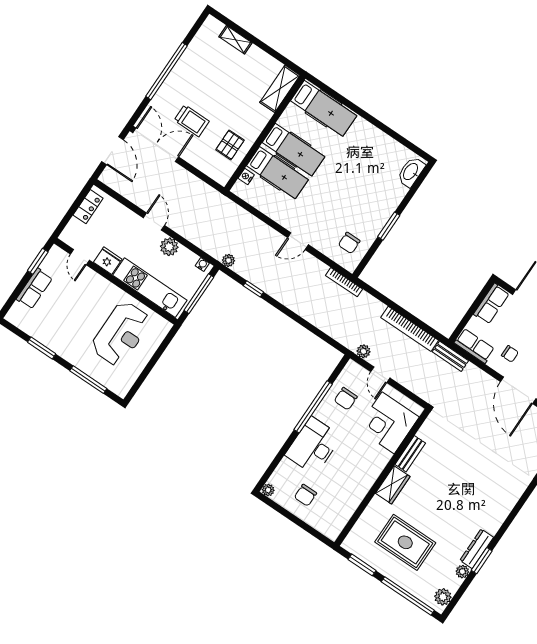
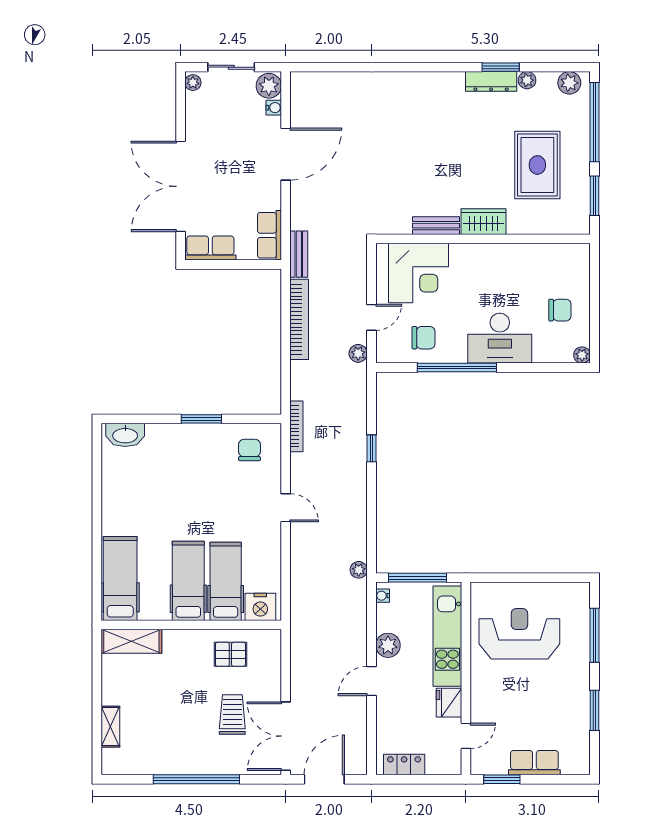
nightstand: (246, 177) -> (260, 607), width x1.89, depth x1.79
chair: (349, 243) -> (249, 450), turned -90
window: (253, 289) -> (371, 448), moved
chair: (510, 354) -> (252, 190), removed

